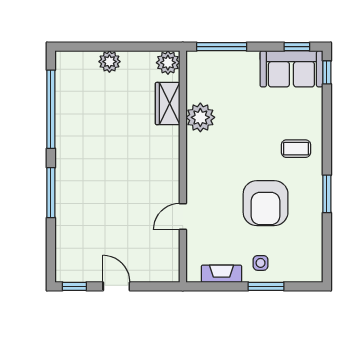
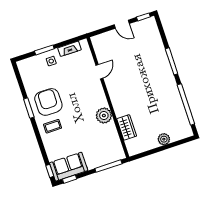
plant: (168, 63) -> (133, 149), removed
plant: (200, 117) -> (104, 116), moved
armchair: (266, 203) -> (48, 102), moved

